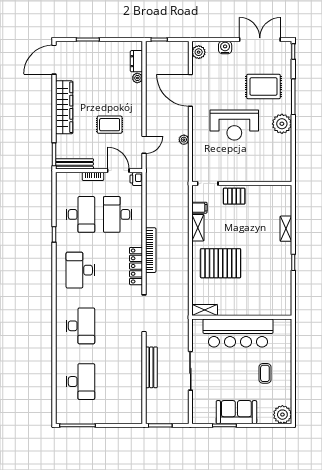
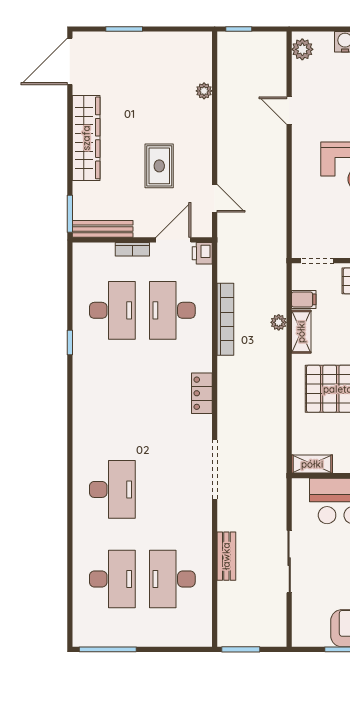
dresser: (136, 61) -> (202, 64), removed
door: (190, 90) -> (289, 111), width x0.53
rug: (110, 125) -> (159, 166), turned 90
plant: (184, 140) -> (279, 322), moved
door: (144, 145) -> (215, 198), hinge flipped
door: (118, 171) -> (173, 240), hinge flipped
bookcase: (151, 250) -> (225, 319), moved
locker: (136, 266) -> (202, 393), width x0.66
desk: (80, 270) -> (172, 579), moved
bench: (151, 367) -> (226, 556), width x0.73

